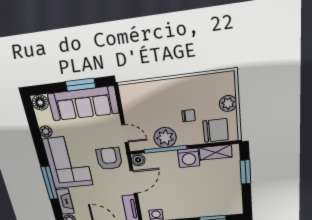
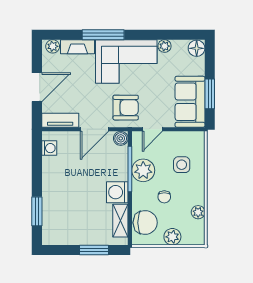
plant: (201, 81) -> (198, 212), added
side table: (155, 103) -> (182, 165), added
sofa: (83, 104) -> (190, 102), width x0.73
chair: (216, 130) -> (145, 223), turned -90
door: (134, 182) -> (94, 129), hinge flipped

